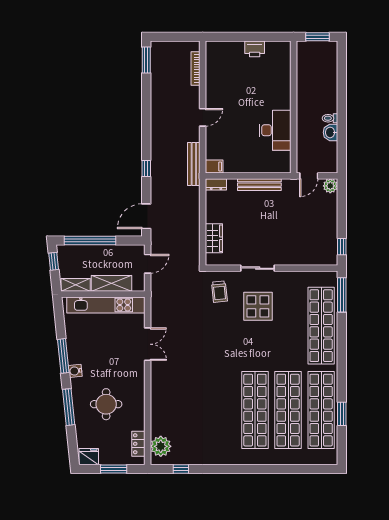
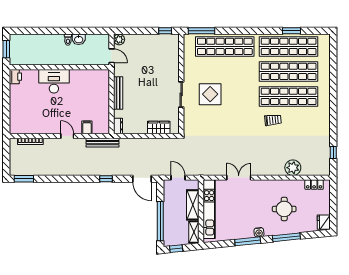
printer: (255, 49) -> (15, 77), moved
desk: (275, 130) -> (54, 81), moved
filing cabinet: (214, 166) -> (87, 127), moved
trolley: (219, 292) -> (273, 120), moved
plant: (161, 446) -> (293, 168), moved
window: (114, 469) -> (333, 203), removed

